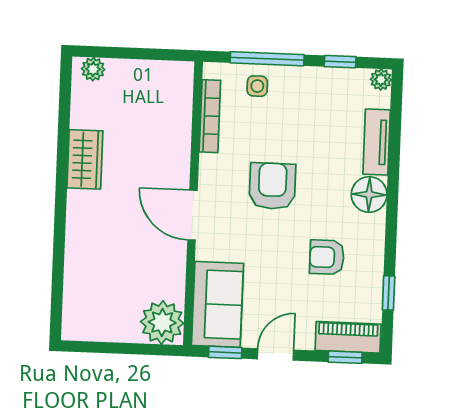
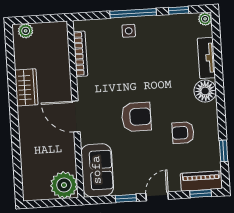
bookcase: (210, 116) -> (80, 54), moved
armchair: (272, 186) -> (136, 117), moved, turned 90
wall: (193, 203) -> (75, 109), moved
door: (193, 215) -> (76, 116), moved
sofa: (217, 304) -> (97, 170), moved
plant: (162, 322) -> (64, 185), moved

